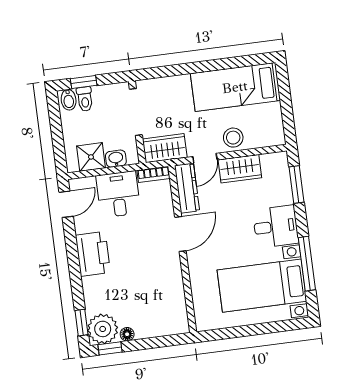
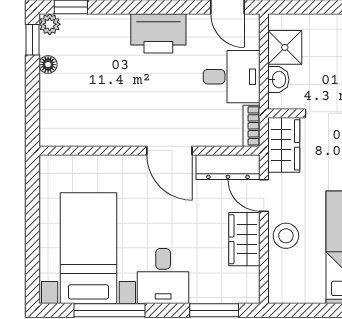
plant: (103, 329) -> (50, 24), width x0.53, depth x0.53

